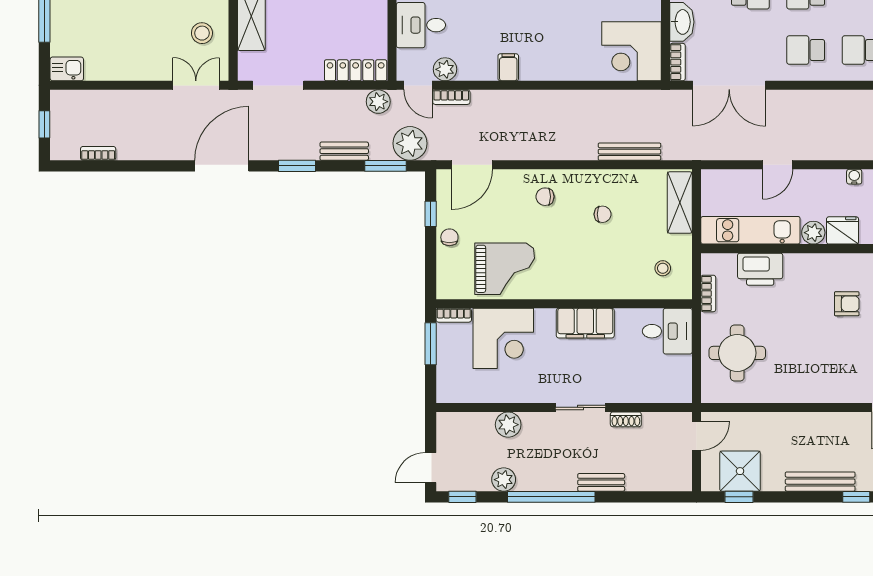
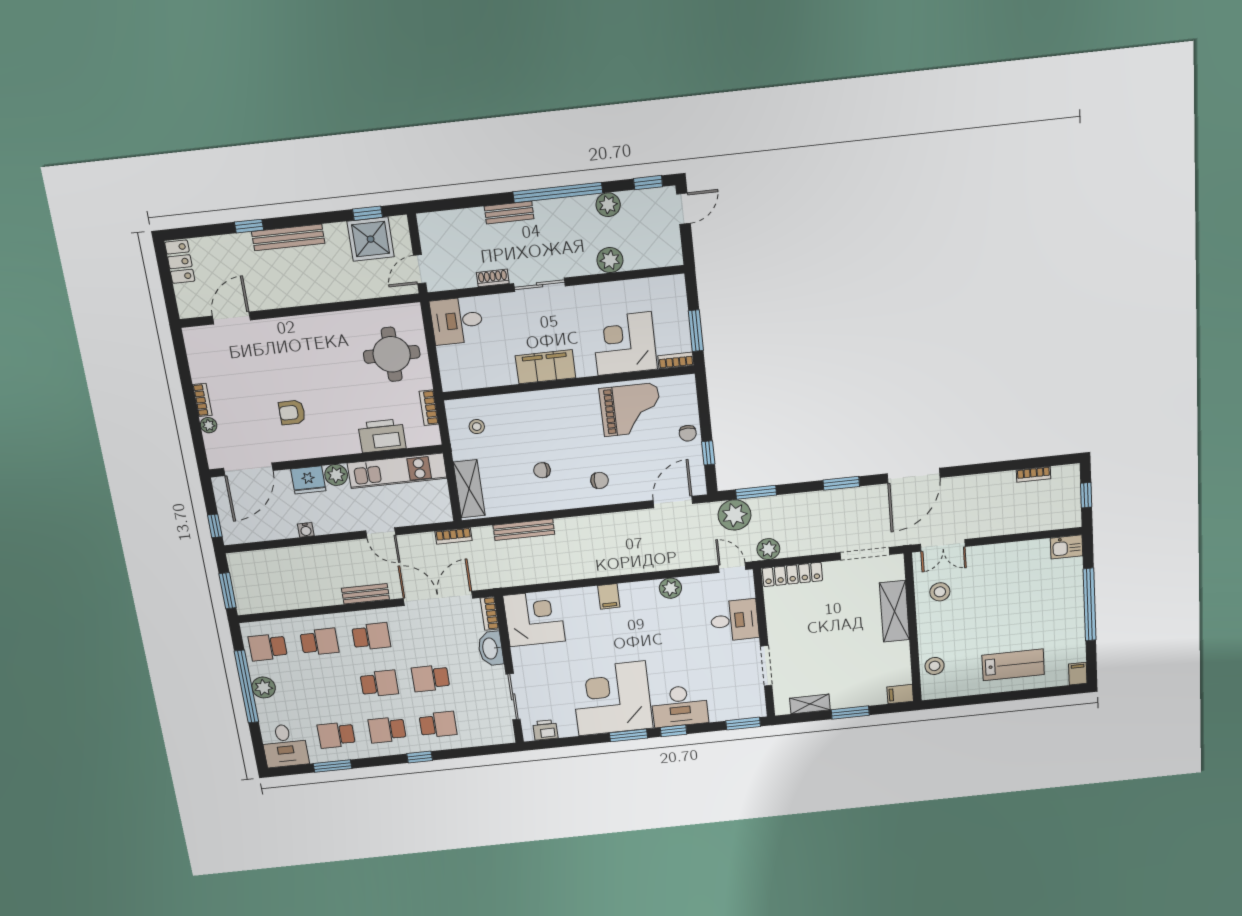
filing cabinet: (508, 67) -> (609, 596), moved
plant: (445, 69) -> (670, 588), moved
bookcase: (451, 97) -> (454, 536), moved, turned 180
bench: (344, 151) -> (365, 594), moved
door: (778, 165) -> (381, 533), swing flipped
grand piano: (505, 269) -> (631, 410), turned 180
desk: (667, 331) -> (457, 321), moved

